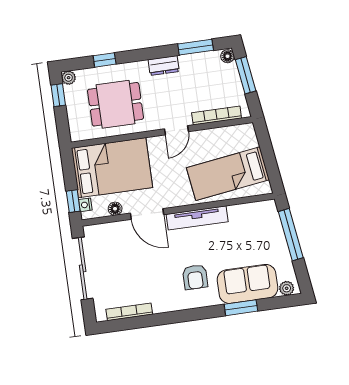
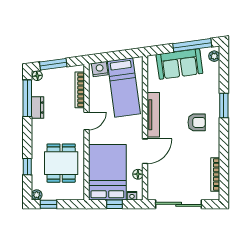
window: (196, 47) -> (27, 98), width x1.44
dresser: (164, 66) -> (38, 108), moved
door: (176, 130) -> (87, 121), hinge flipped
nightstand: (248, 138) -> (100, 69), added
window: (73, 201) -> (114, 204), moved
window: (291, 235) -> (192, 45), moved
sofa: (247, 284) -> (179, 64), moved, turned -98
window: (241, 308) -> (224, 106), moved

